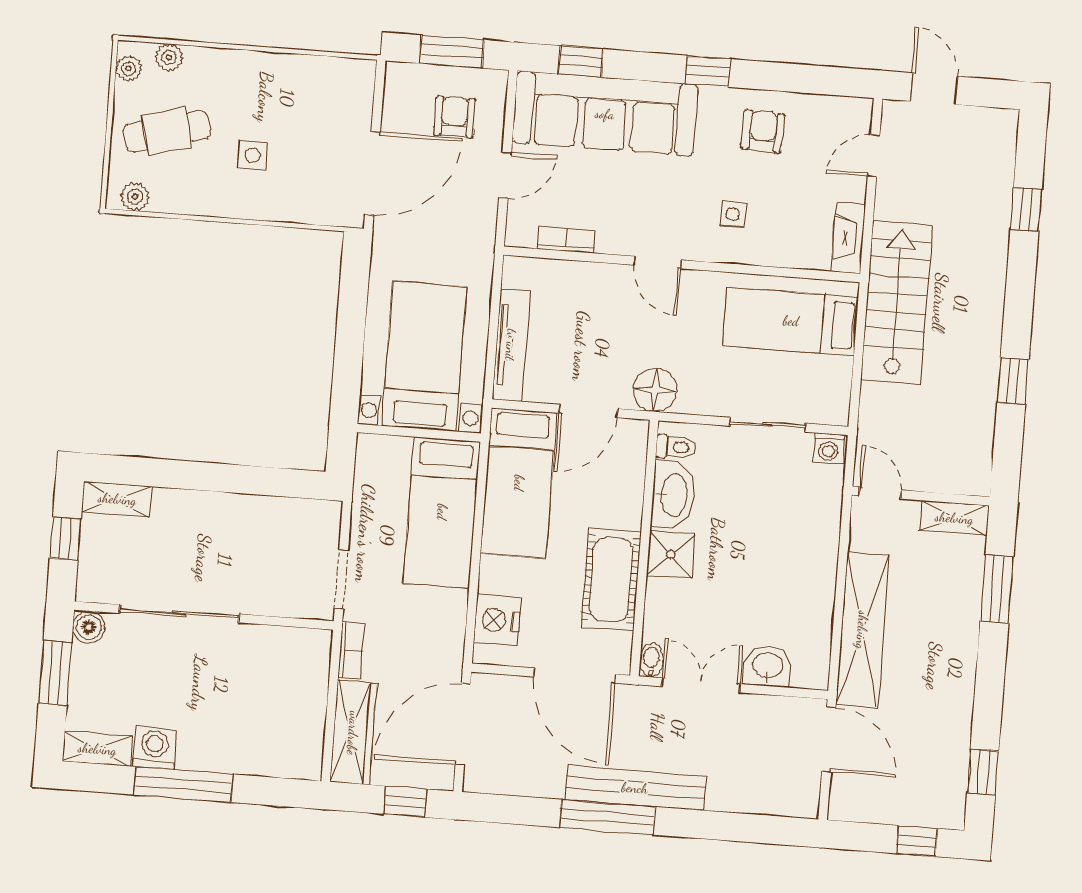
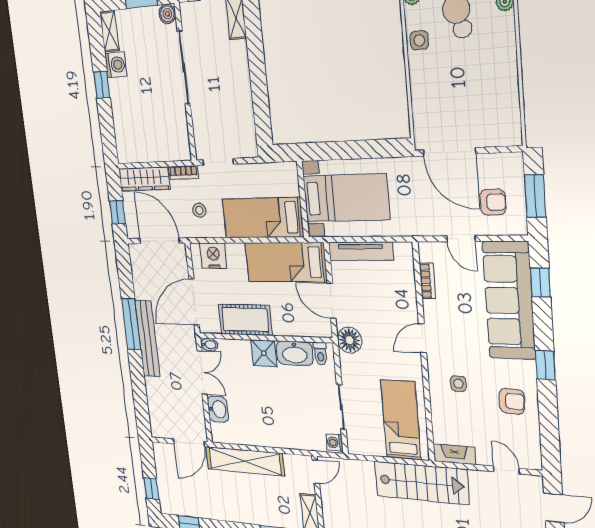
side table: (253, 155) -> (419, 40), moved
stool: (418, 632) -> (199, 210), added
window: (184, 785) -> (102, 85), width x0.46

